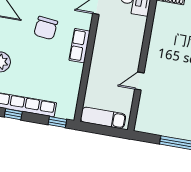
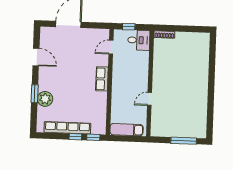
chair: (46, 28) -> (75, 69), removed
window: (13, 114) -> (75, 137), moved

